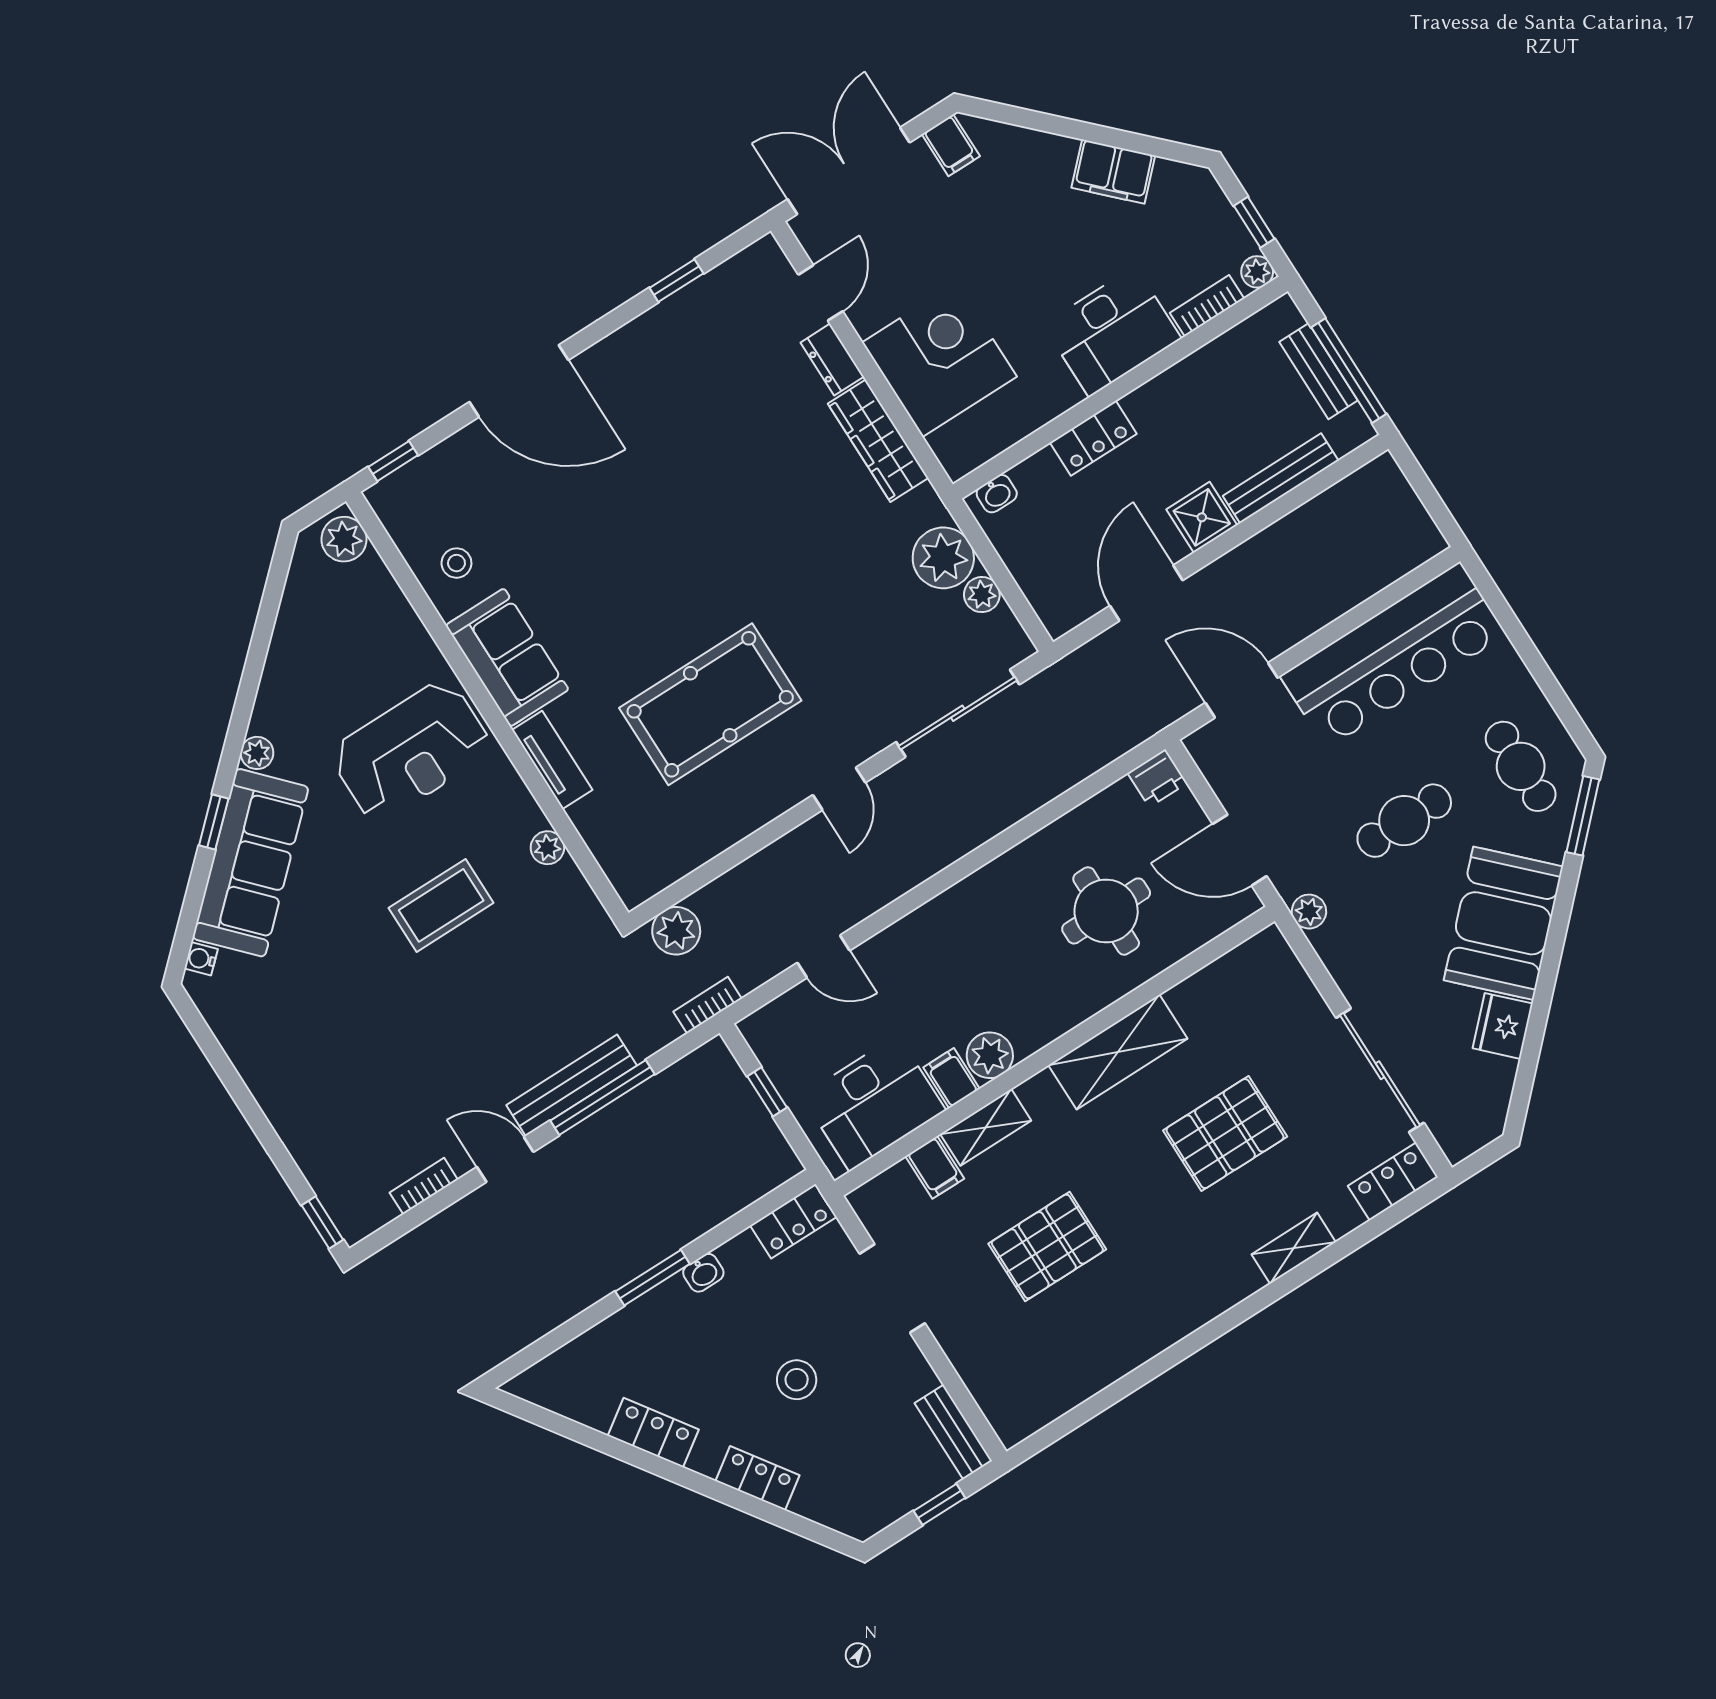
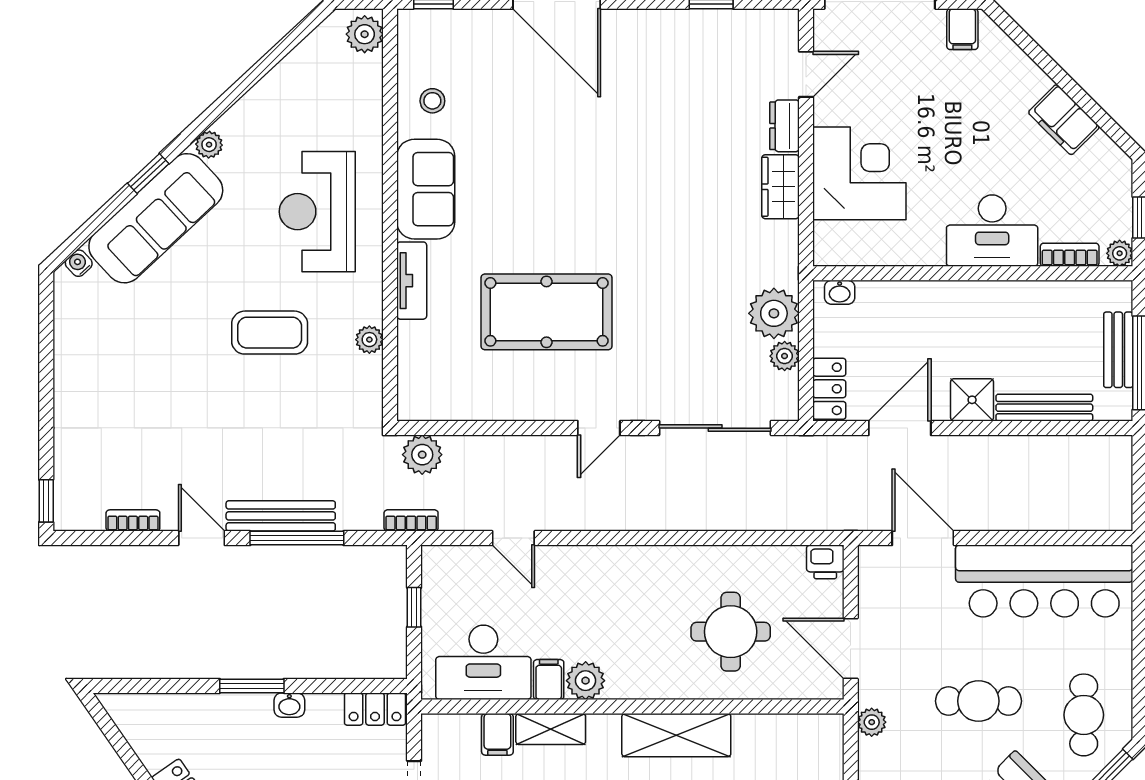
locker: (1093, 438) -> (829, 389), moved, turned -90
wardrobe: (878, 441) -> (781, 187), width x0.67
reception desk: (411, 751) -> (317, 212), turned 90

